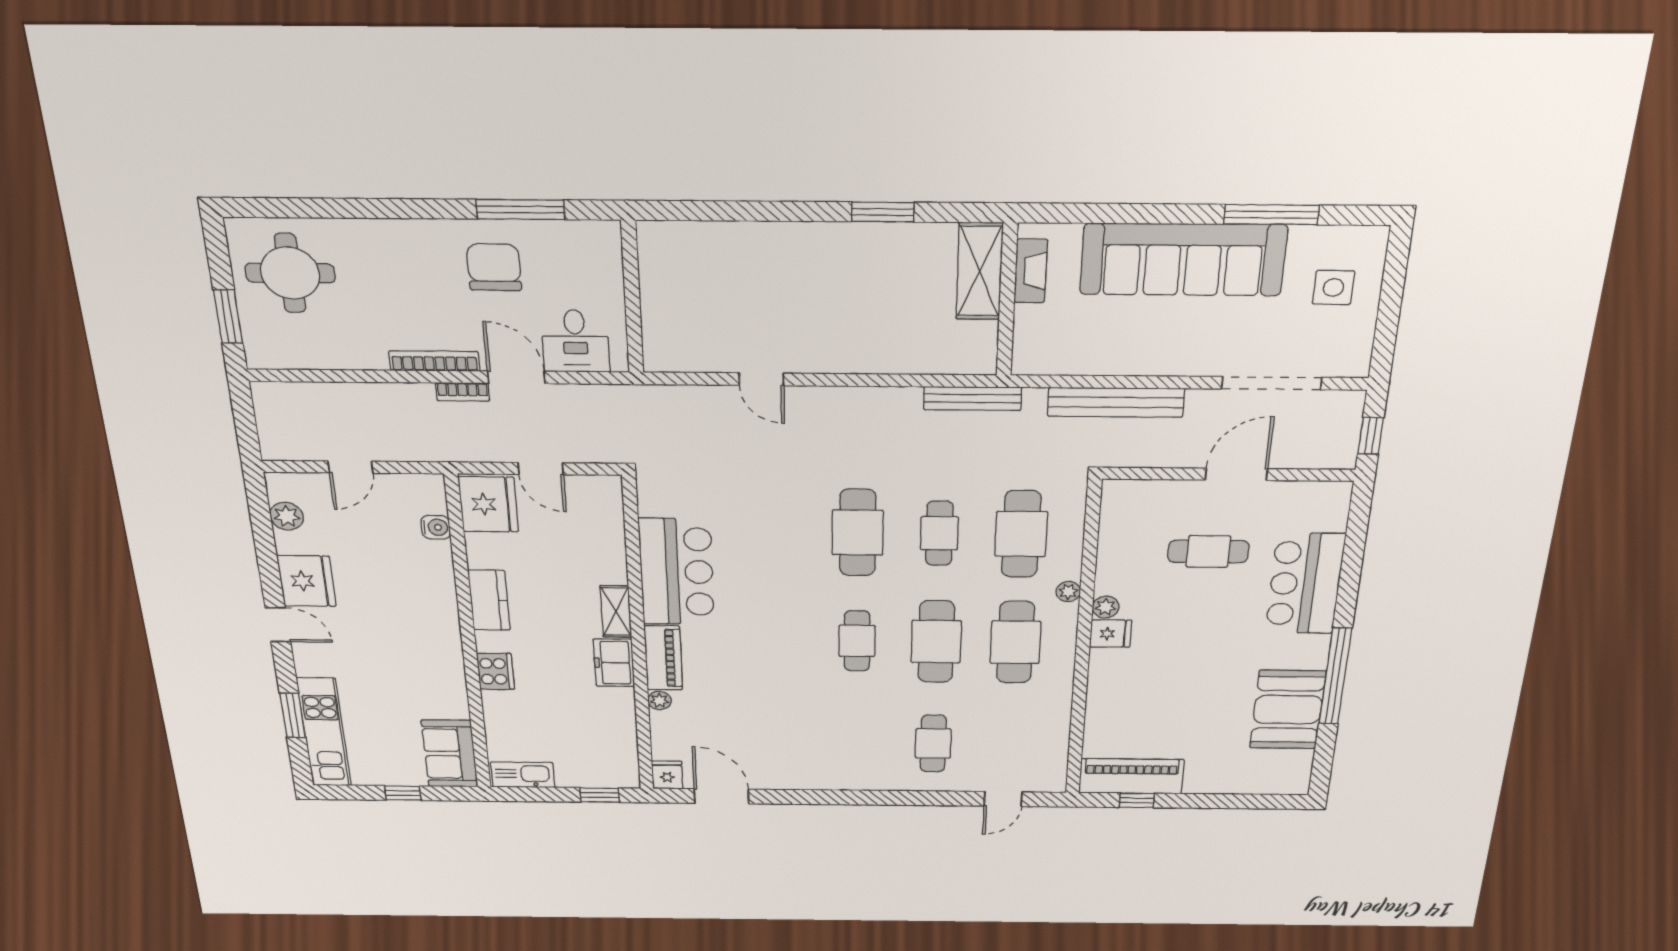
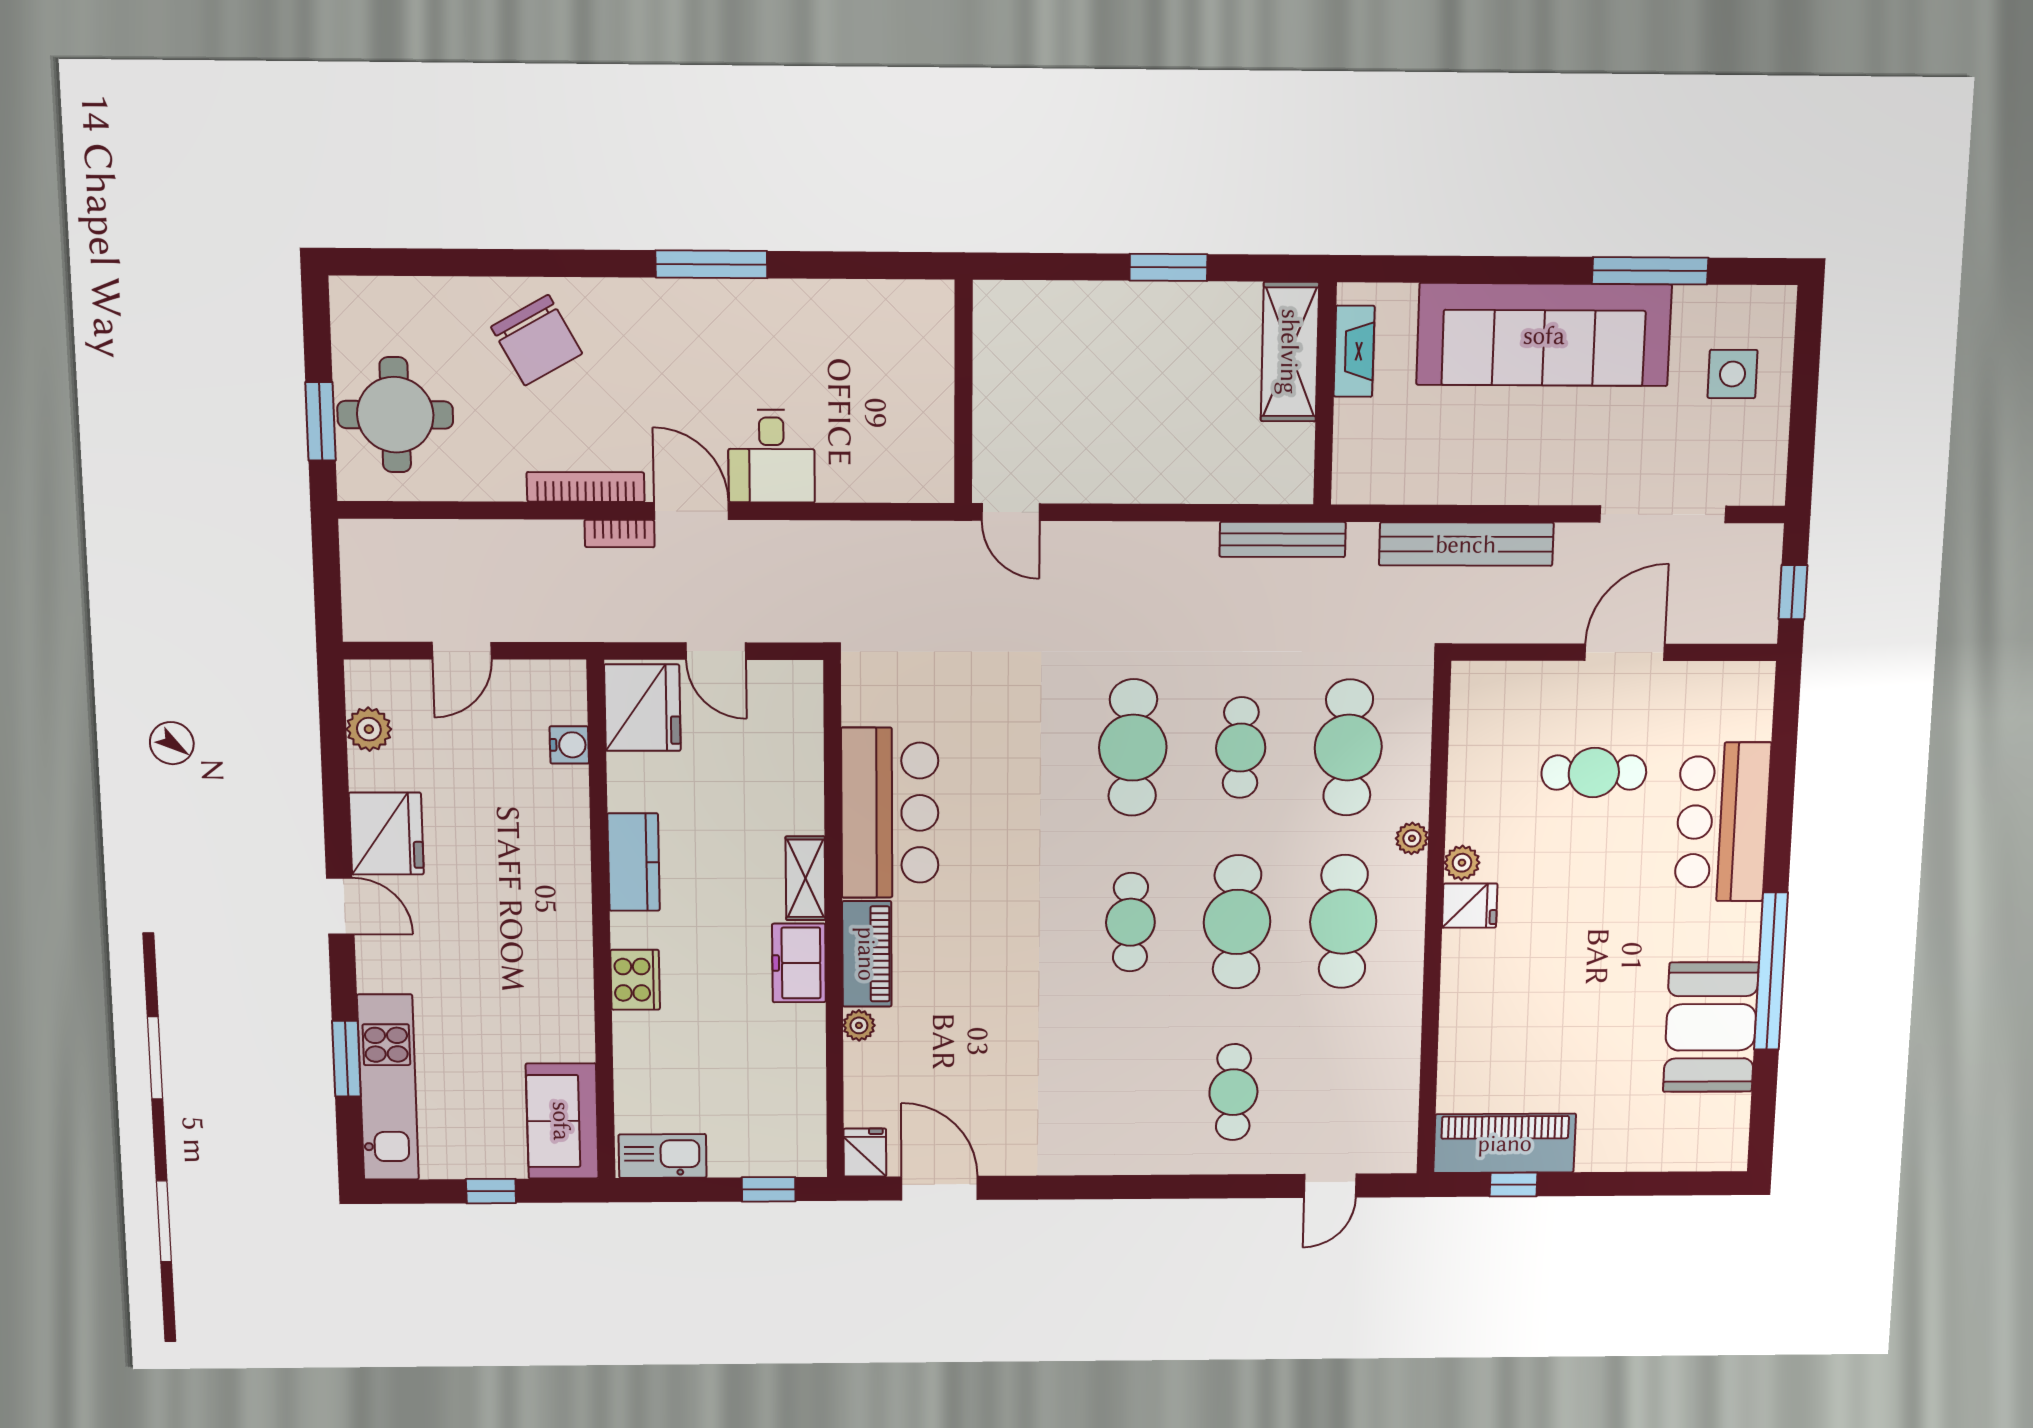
chair: (494, 267) -> (537, 340), moved, turned 151
round table: (290, 273) -> (395, 415), moved
wall: (632, 298) -> (963, 392), moved

